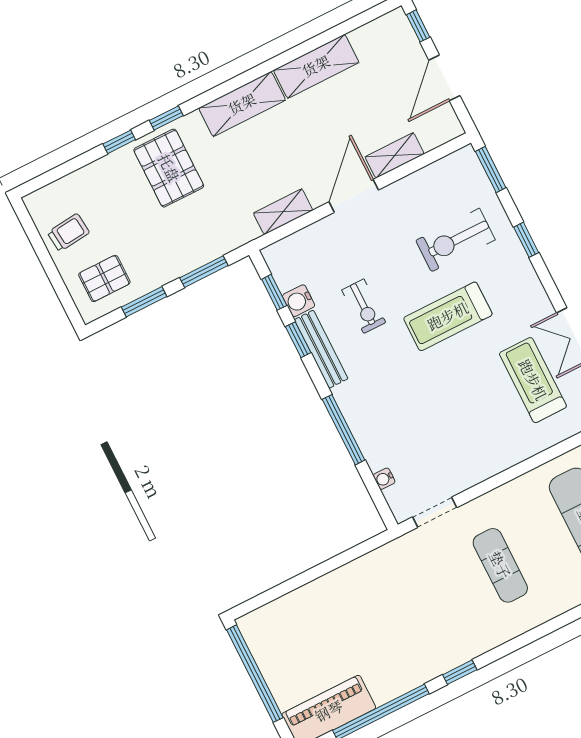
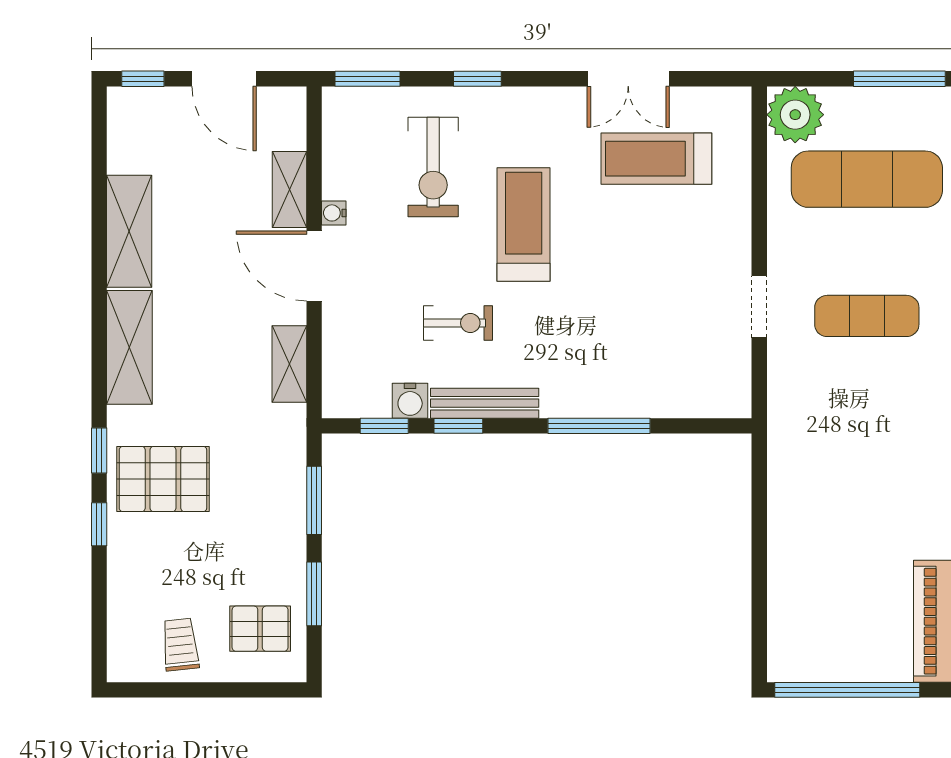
pallet: (104, 278) -> (260, 629), turned 90
treadmill: (448, 316) -> (524, 224), turned 180
water cooler: (384, 479) -> (334, 213), moved, turned 90
doorway: (435, 512) -> (759, 307), moved

